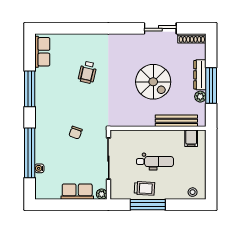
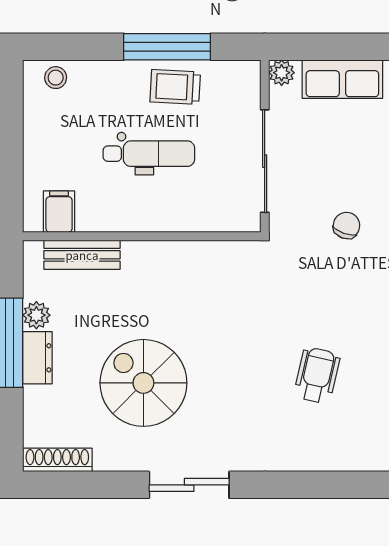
sliding door: (160, 28) -> (189, 485), moved
dresser: (200, 75) -> (37, 358), width x0.70
spiral stairs: (153, 82) -> (143, 383), moved
bench: (176, 121) -> (82, 255), width x0.73
dental chair: (155, 162) -> (149, 154), turned 180

